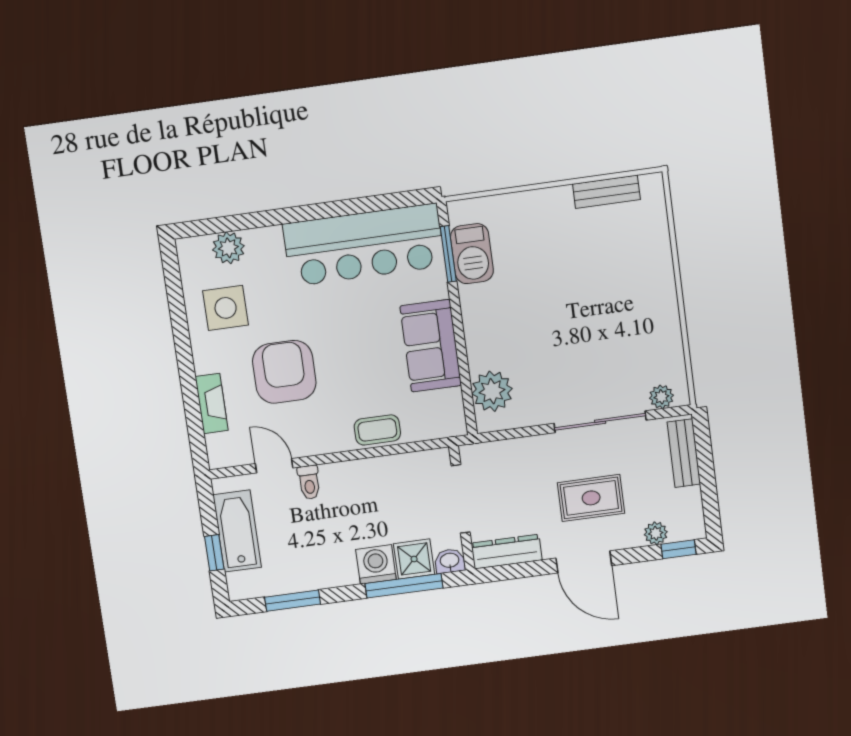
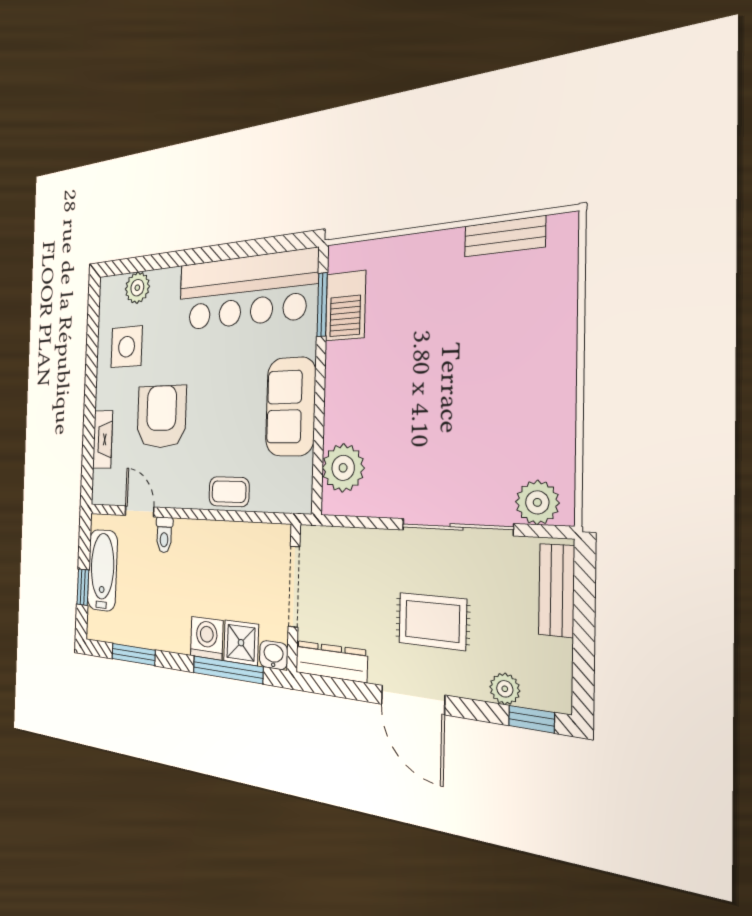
plant: (661, 397) -> (537, 502), width x1.38, depth x1.38

